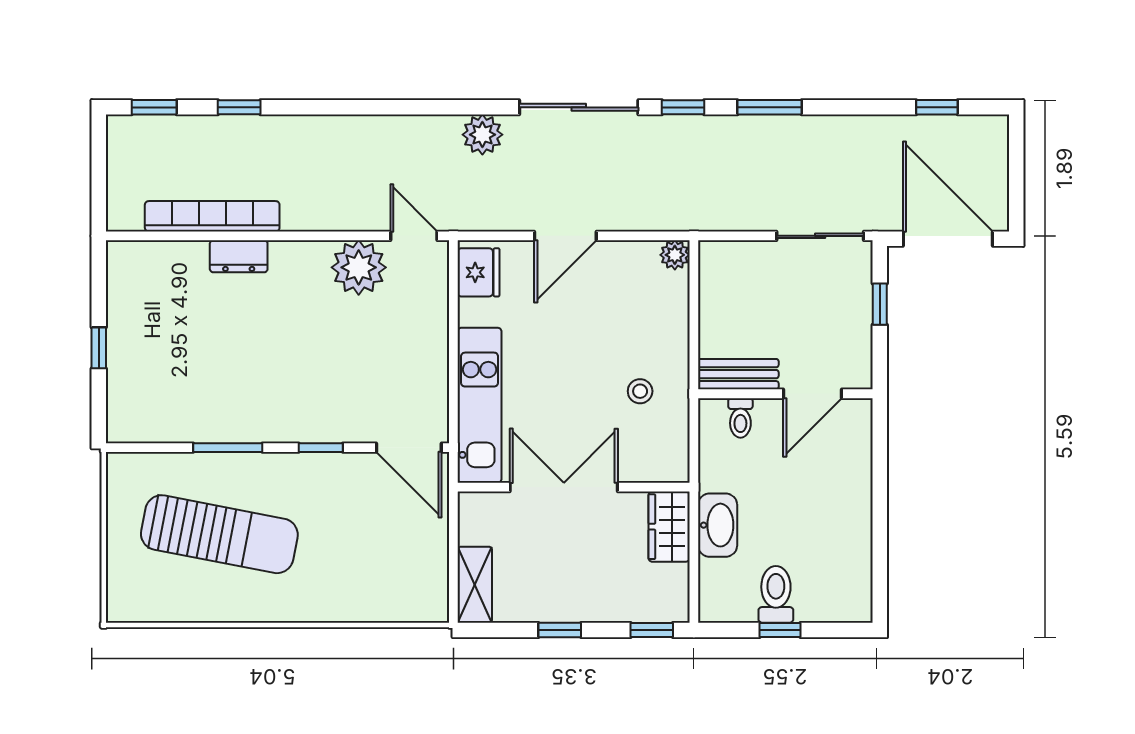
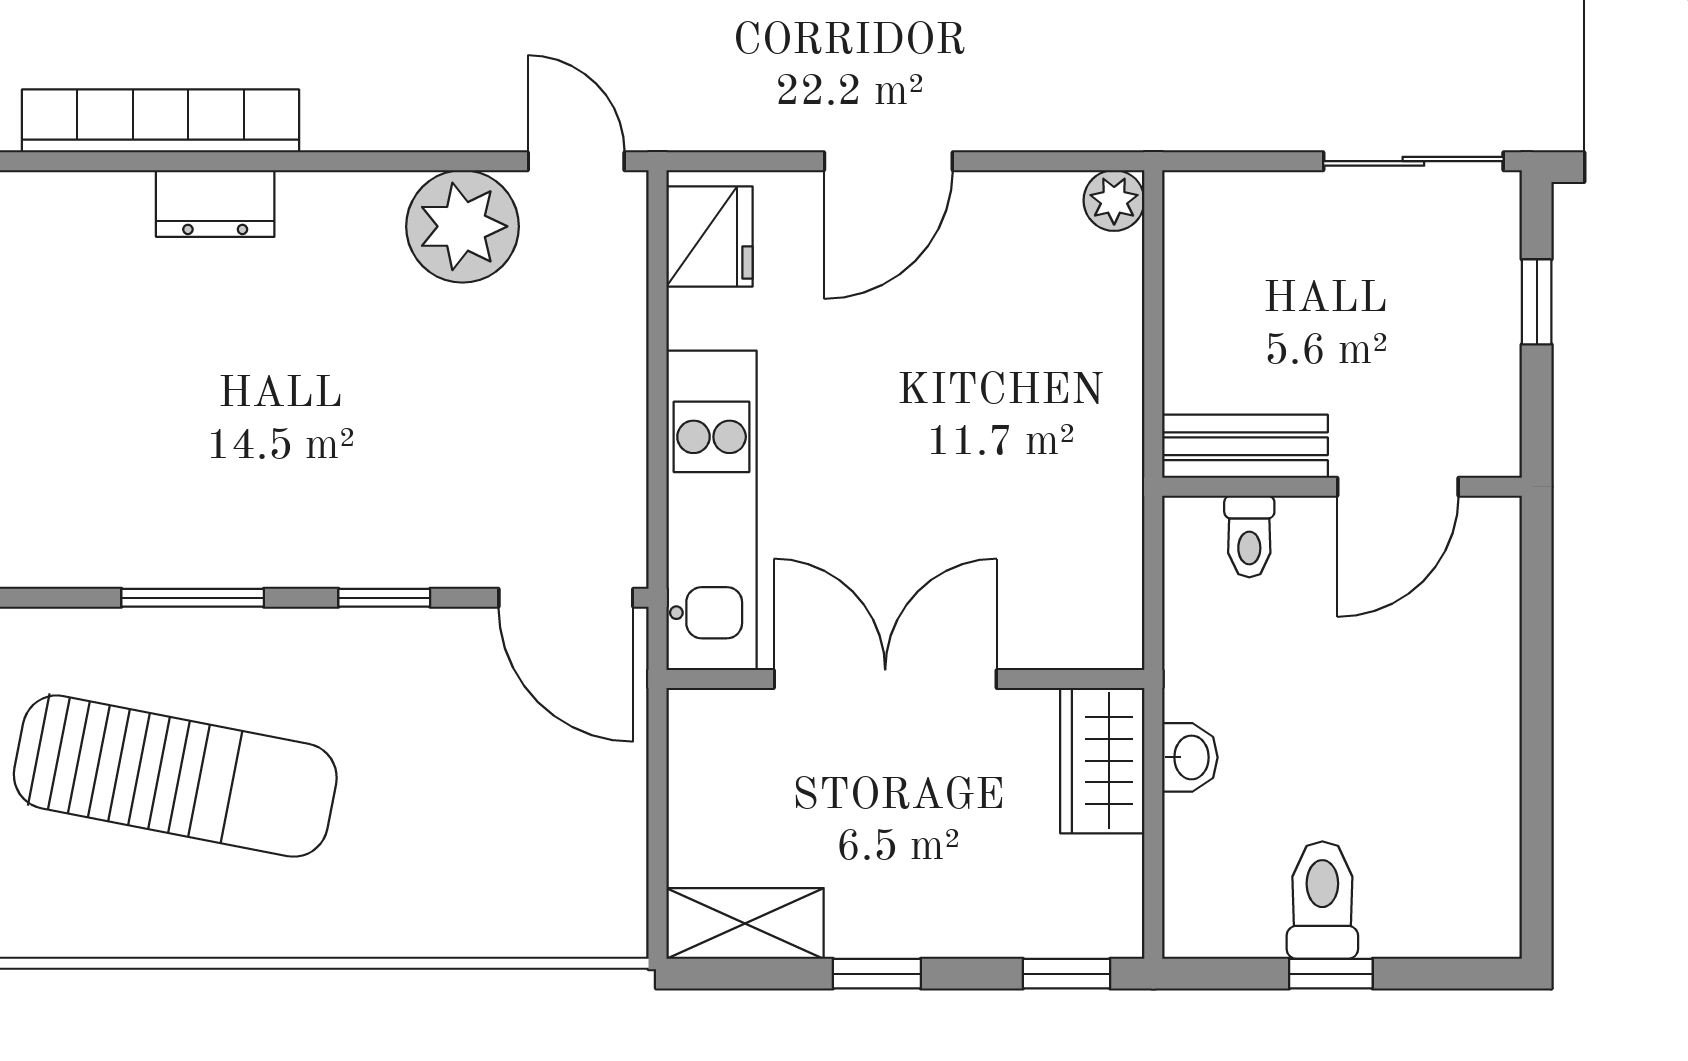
stool: (640, 391) -> (1042, 481), removed
washbasin: (718, 525) -> (1190, 757), width x0.52, depth x0.69
shelving: (475, 585) -> (745, 923), moved, turned 90

